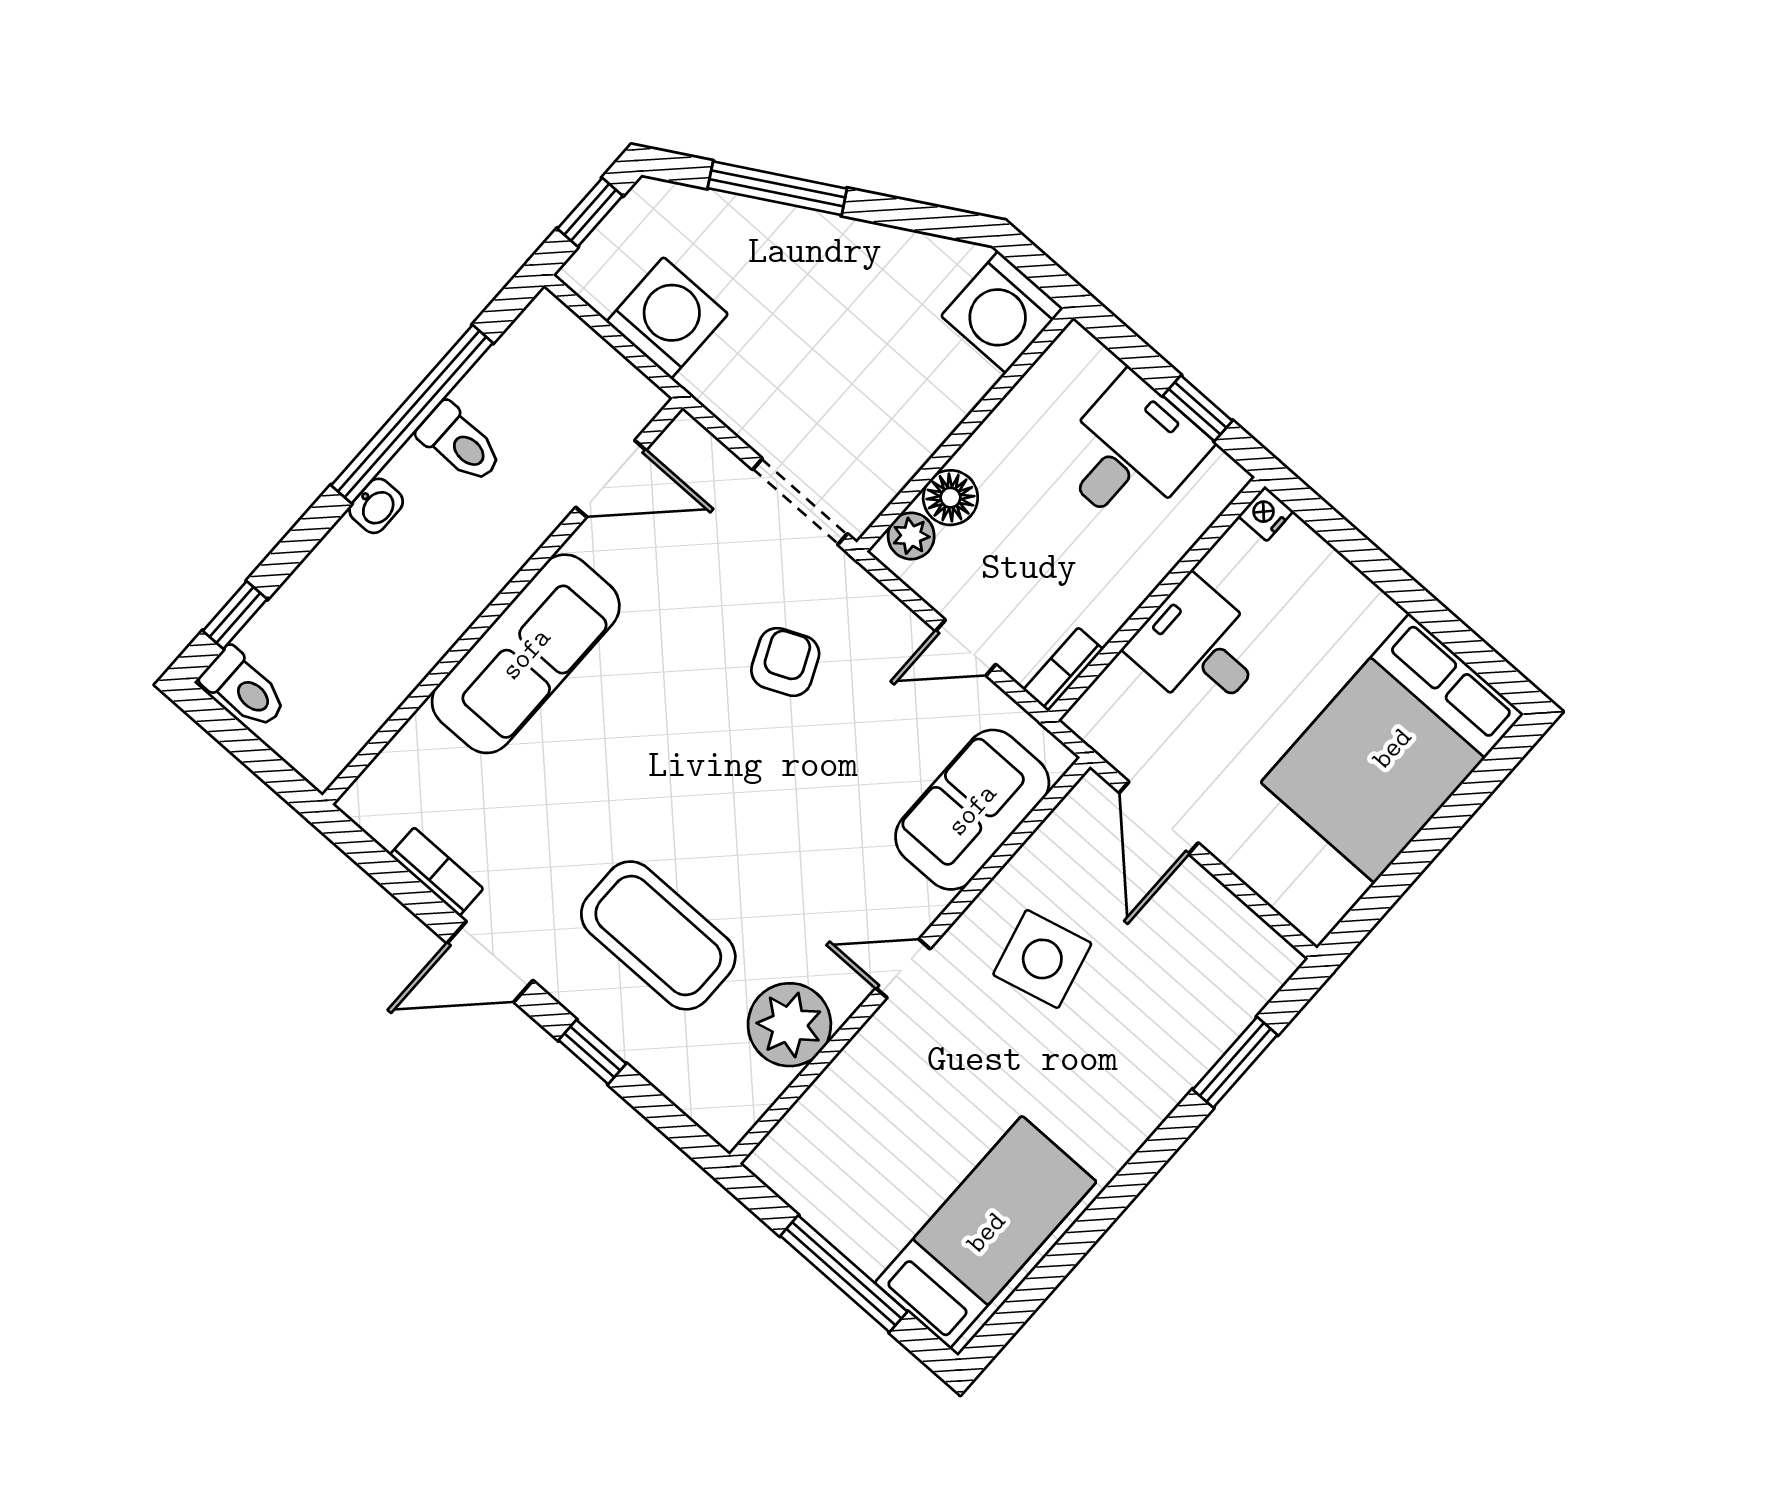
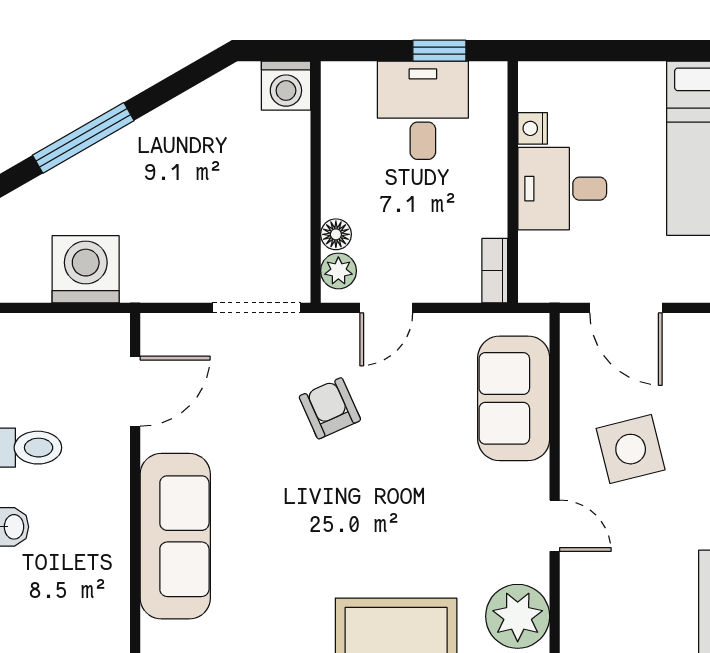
washing machine: (1002, 312) -> (286, 86), width x0.73, depth x0.73
floor lamp: (950, 498) -> (336, 234), width x0.73, depth x0.73
nightstand: (1266, 514) -> (533, 128), moved
door: (966, 648) -> (386, 308), moved
door: (903, 968) -> (555, 526), swing flipped

